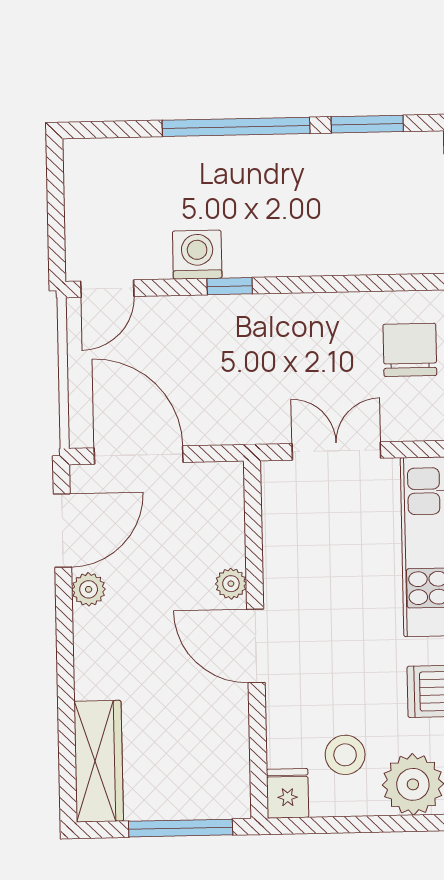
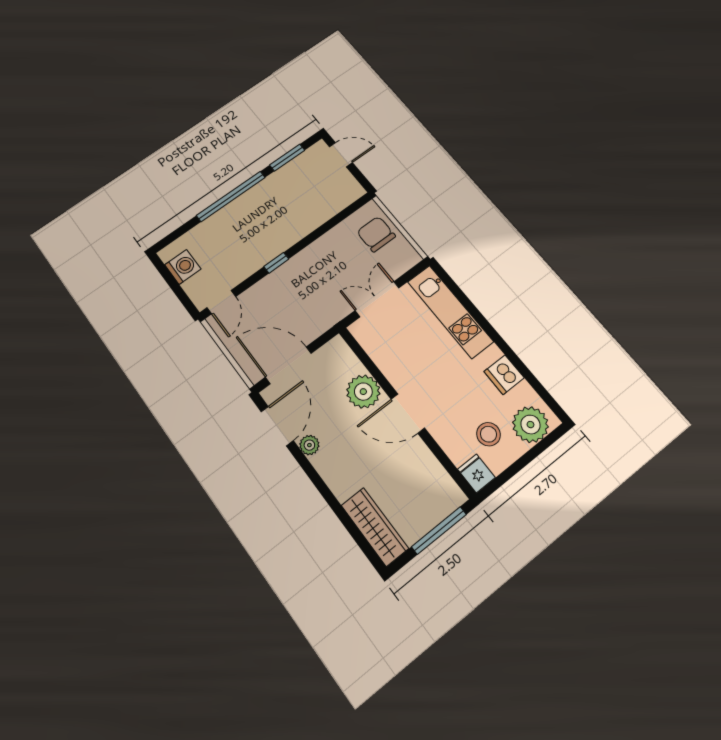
washing machine: (197, 255) -> (183, 267), moved, turned 90
plant: (231, 584) -> (363, 392), width x1.88, depth x1.88

